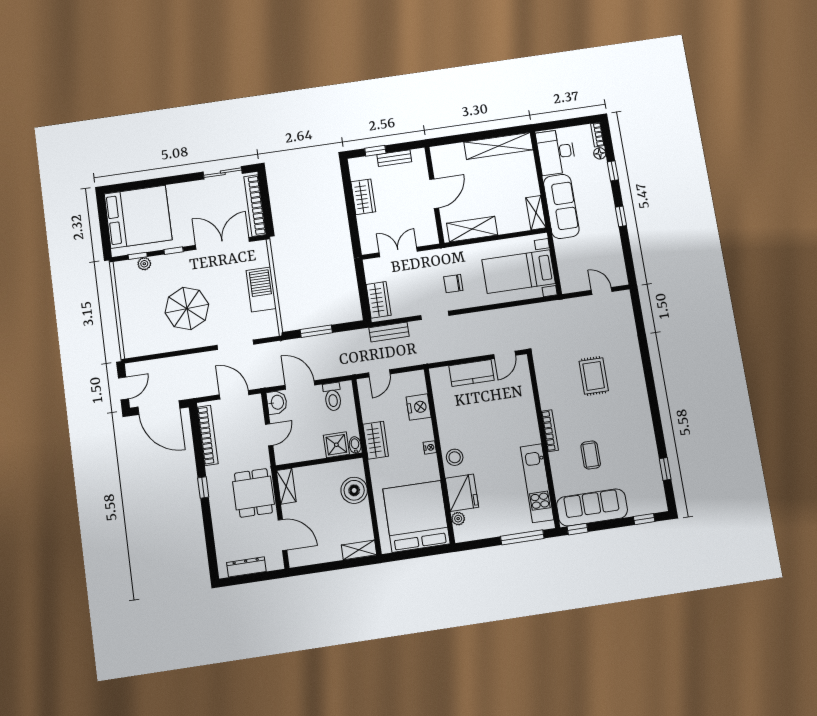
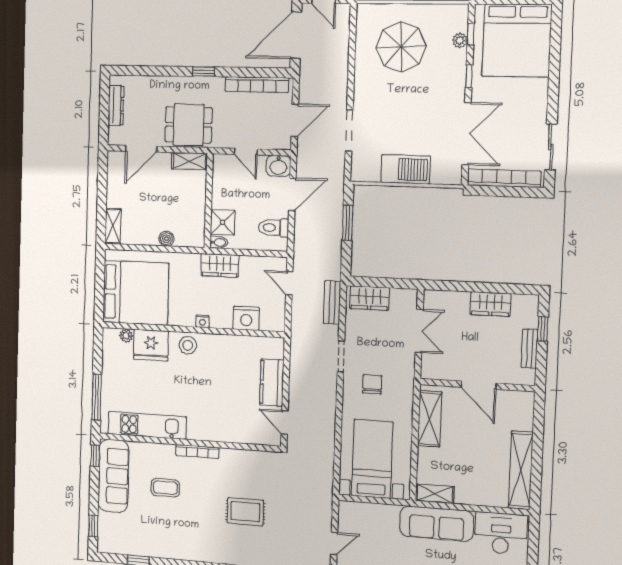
parasol: (187, 309) -> (401, 47), moved
boiler: (354, 490) -> (166, 239), width x0.54, depth x0.54

